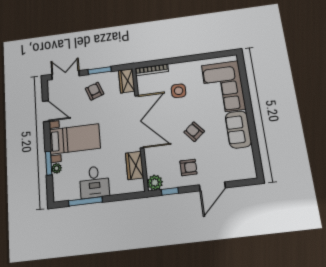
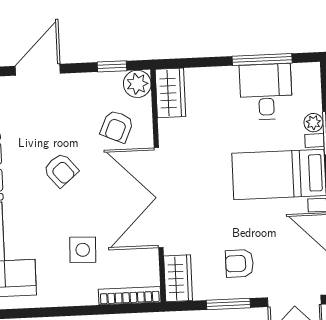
armchair: (95, 91) -> (239, 263), turned 110
wardrobe: (135, 165) -> (170, 93), moved
armchair: (188, 167) -> (117, 126), moved, turned -66
desk: (94, 182) -> (266, 92), moved

